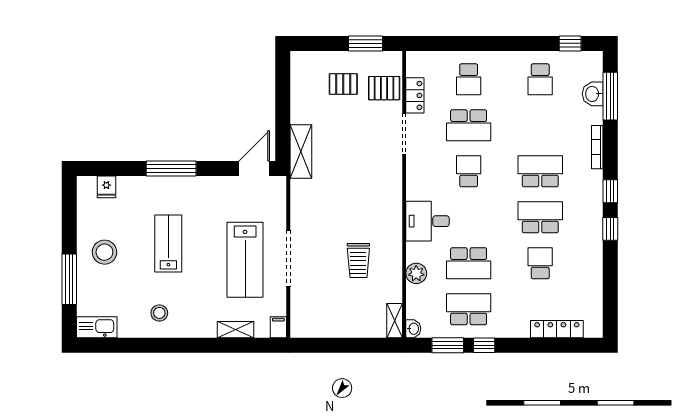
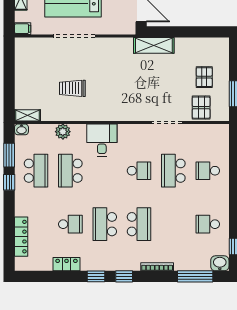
washbasin: (593, 94) -> (220, 263), moved
locker: (415, 95) -> (67, 264), moved, turned 180
school desk: (540, 217) -> (105, 224), turned 180

